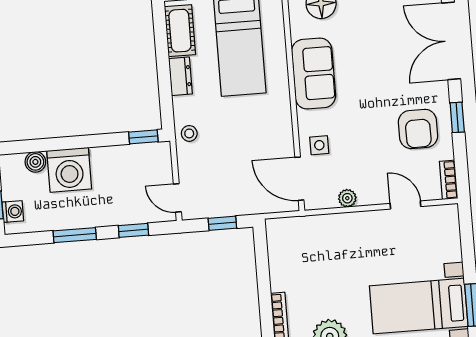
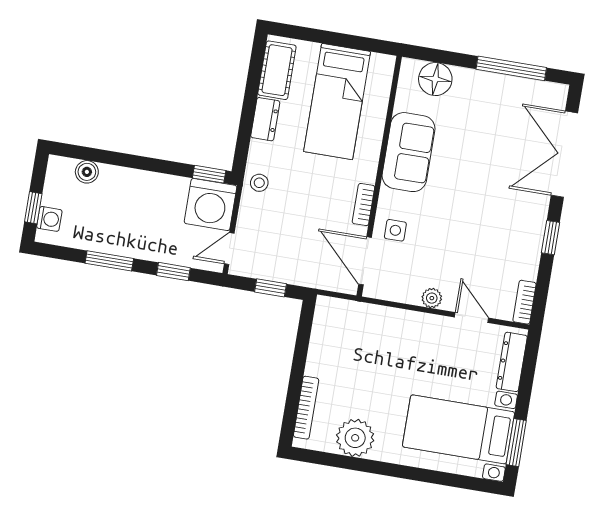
armchair: (418, 129) -> (505, 240), removed
bookcase: (286, 130) -> (363, 205), added
washing machine: (69, 170) -> (211, 204), moved
door: (177, 198) -> (229, 249), hinge flipped
plant: (347, 198) -> (432, 298), moved
dresser: (451, 235) -> (512, 362), added

